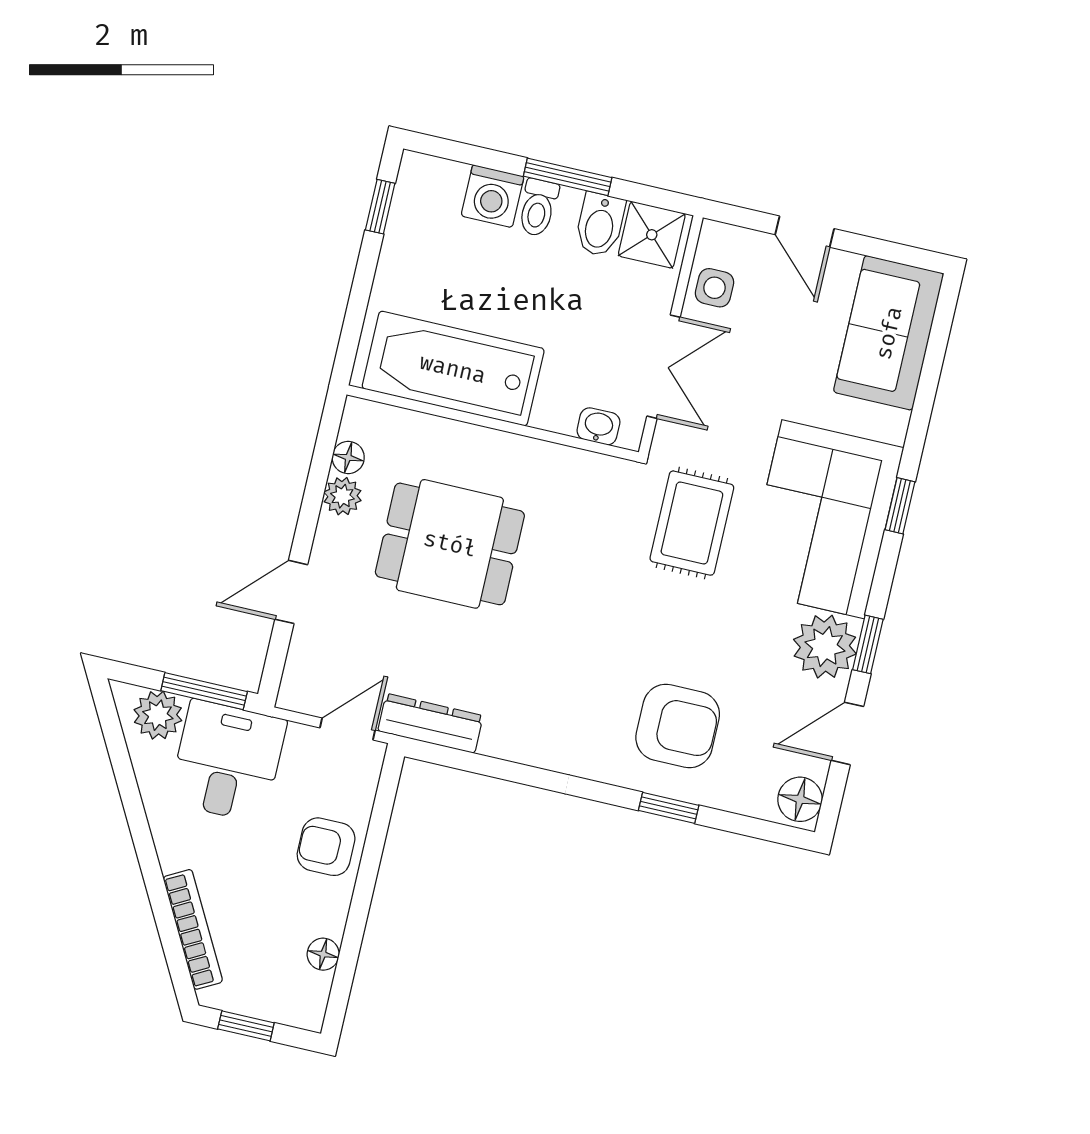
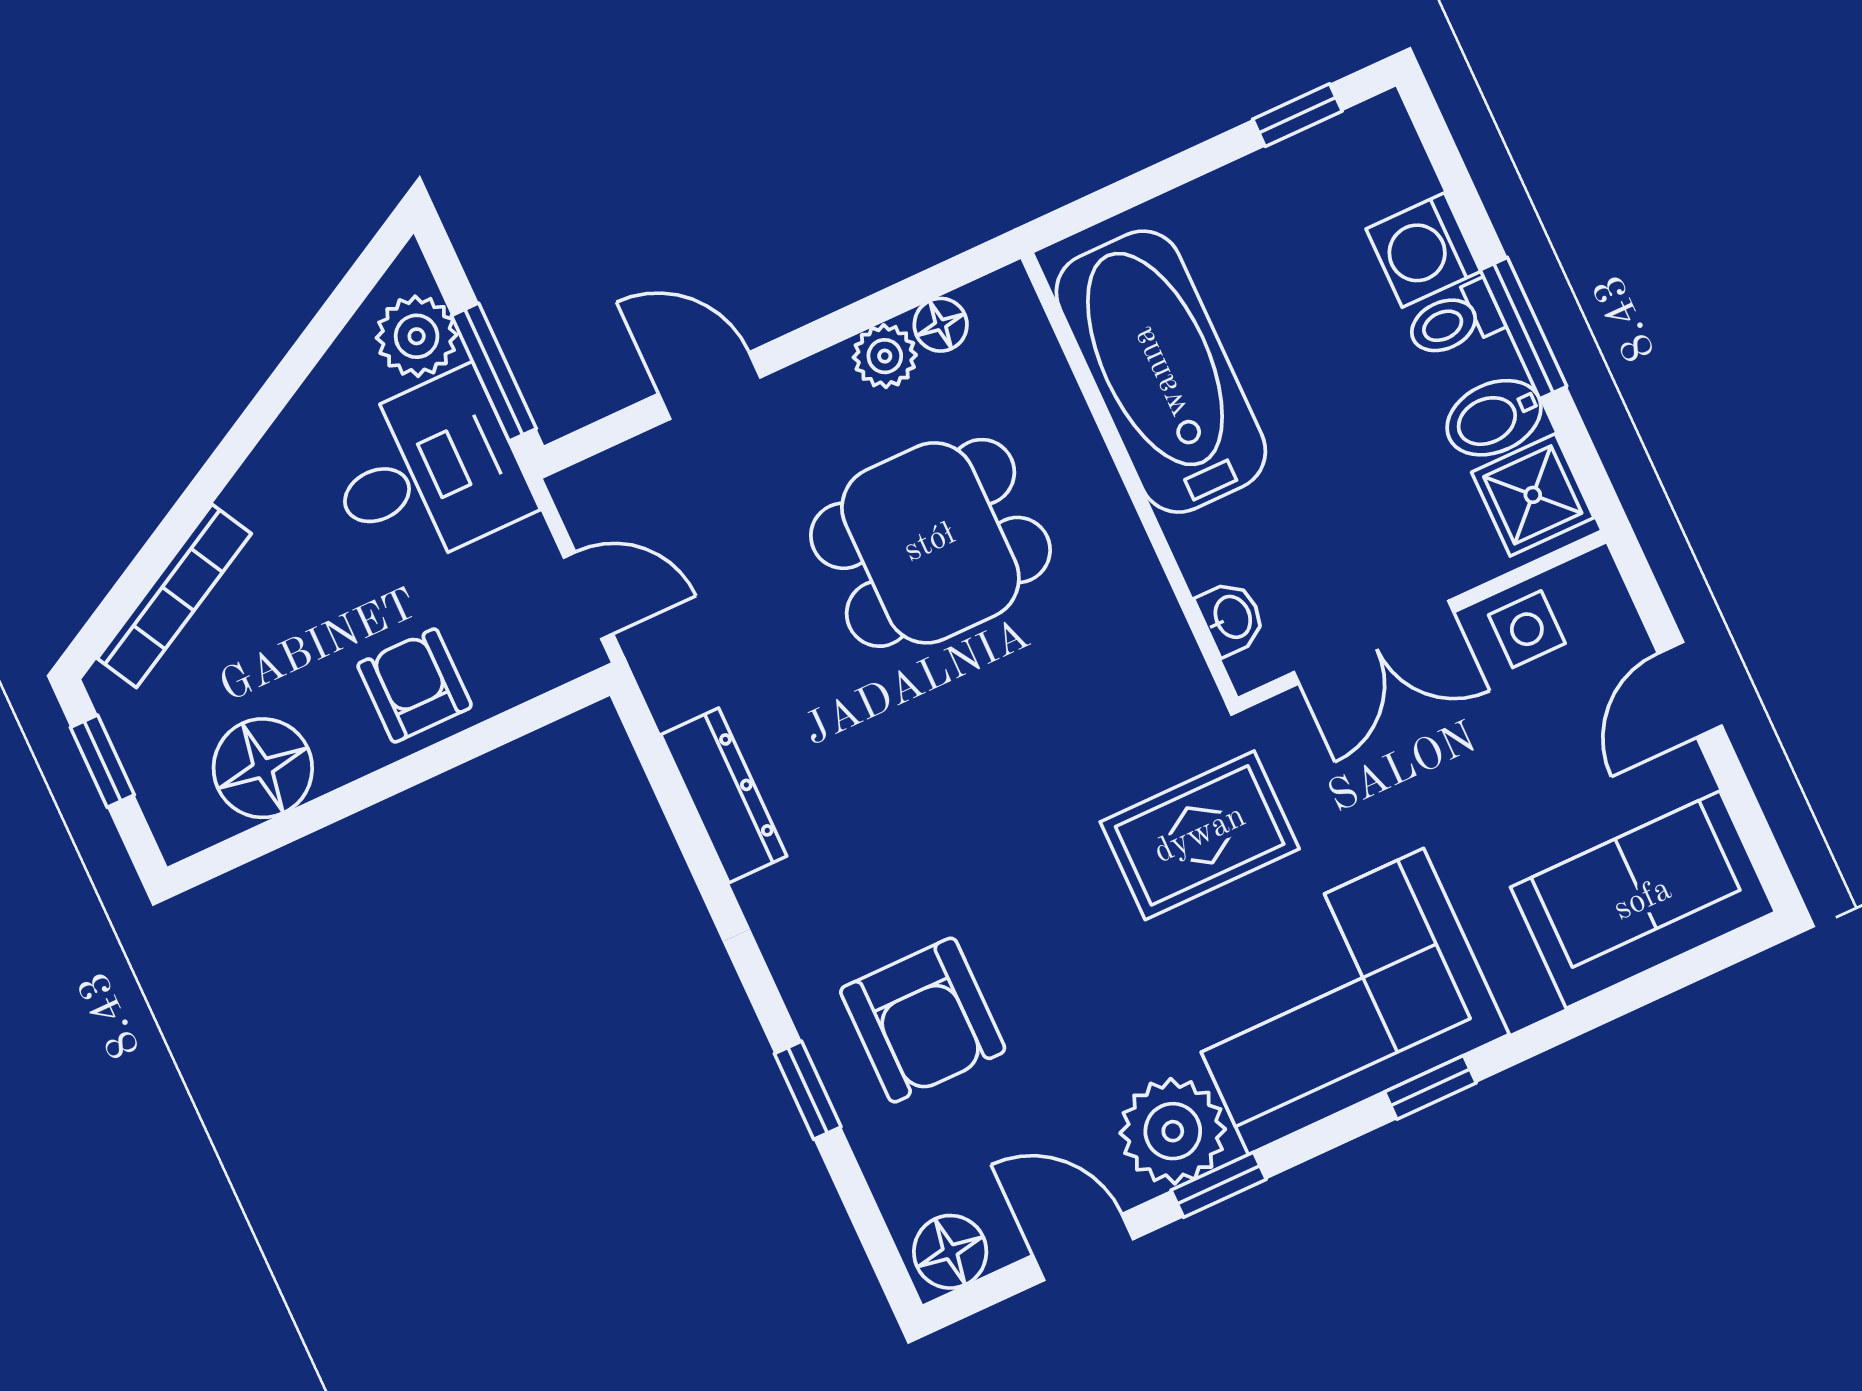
dining table: (450, 544) -> (930, 543), turned 90
dresser: (430, 723) -> (724, 795), moved
floor lamp: (323, 954) -> (263, 768), width x1.89, depth x1.89

